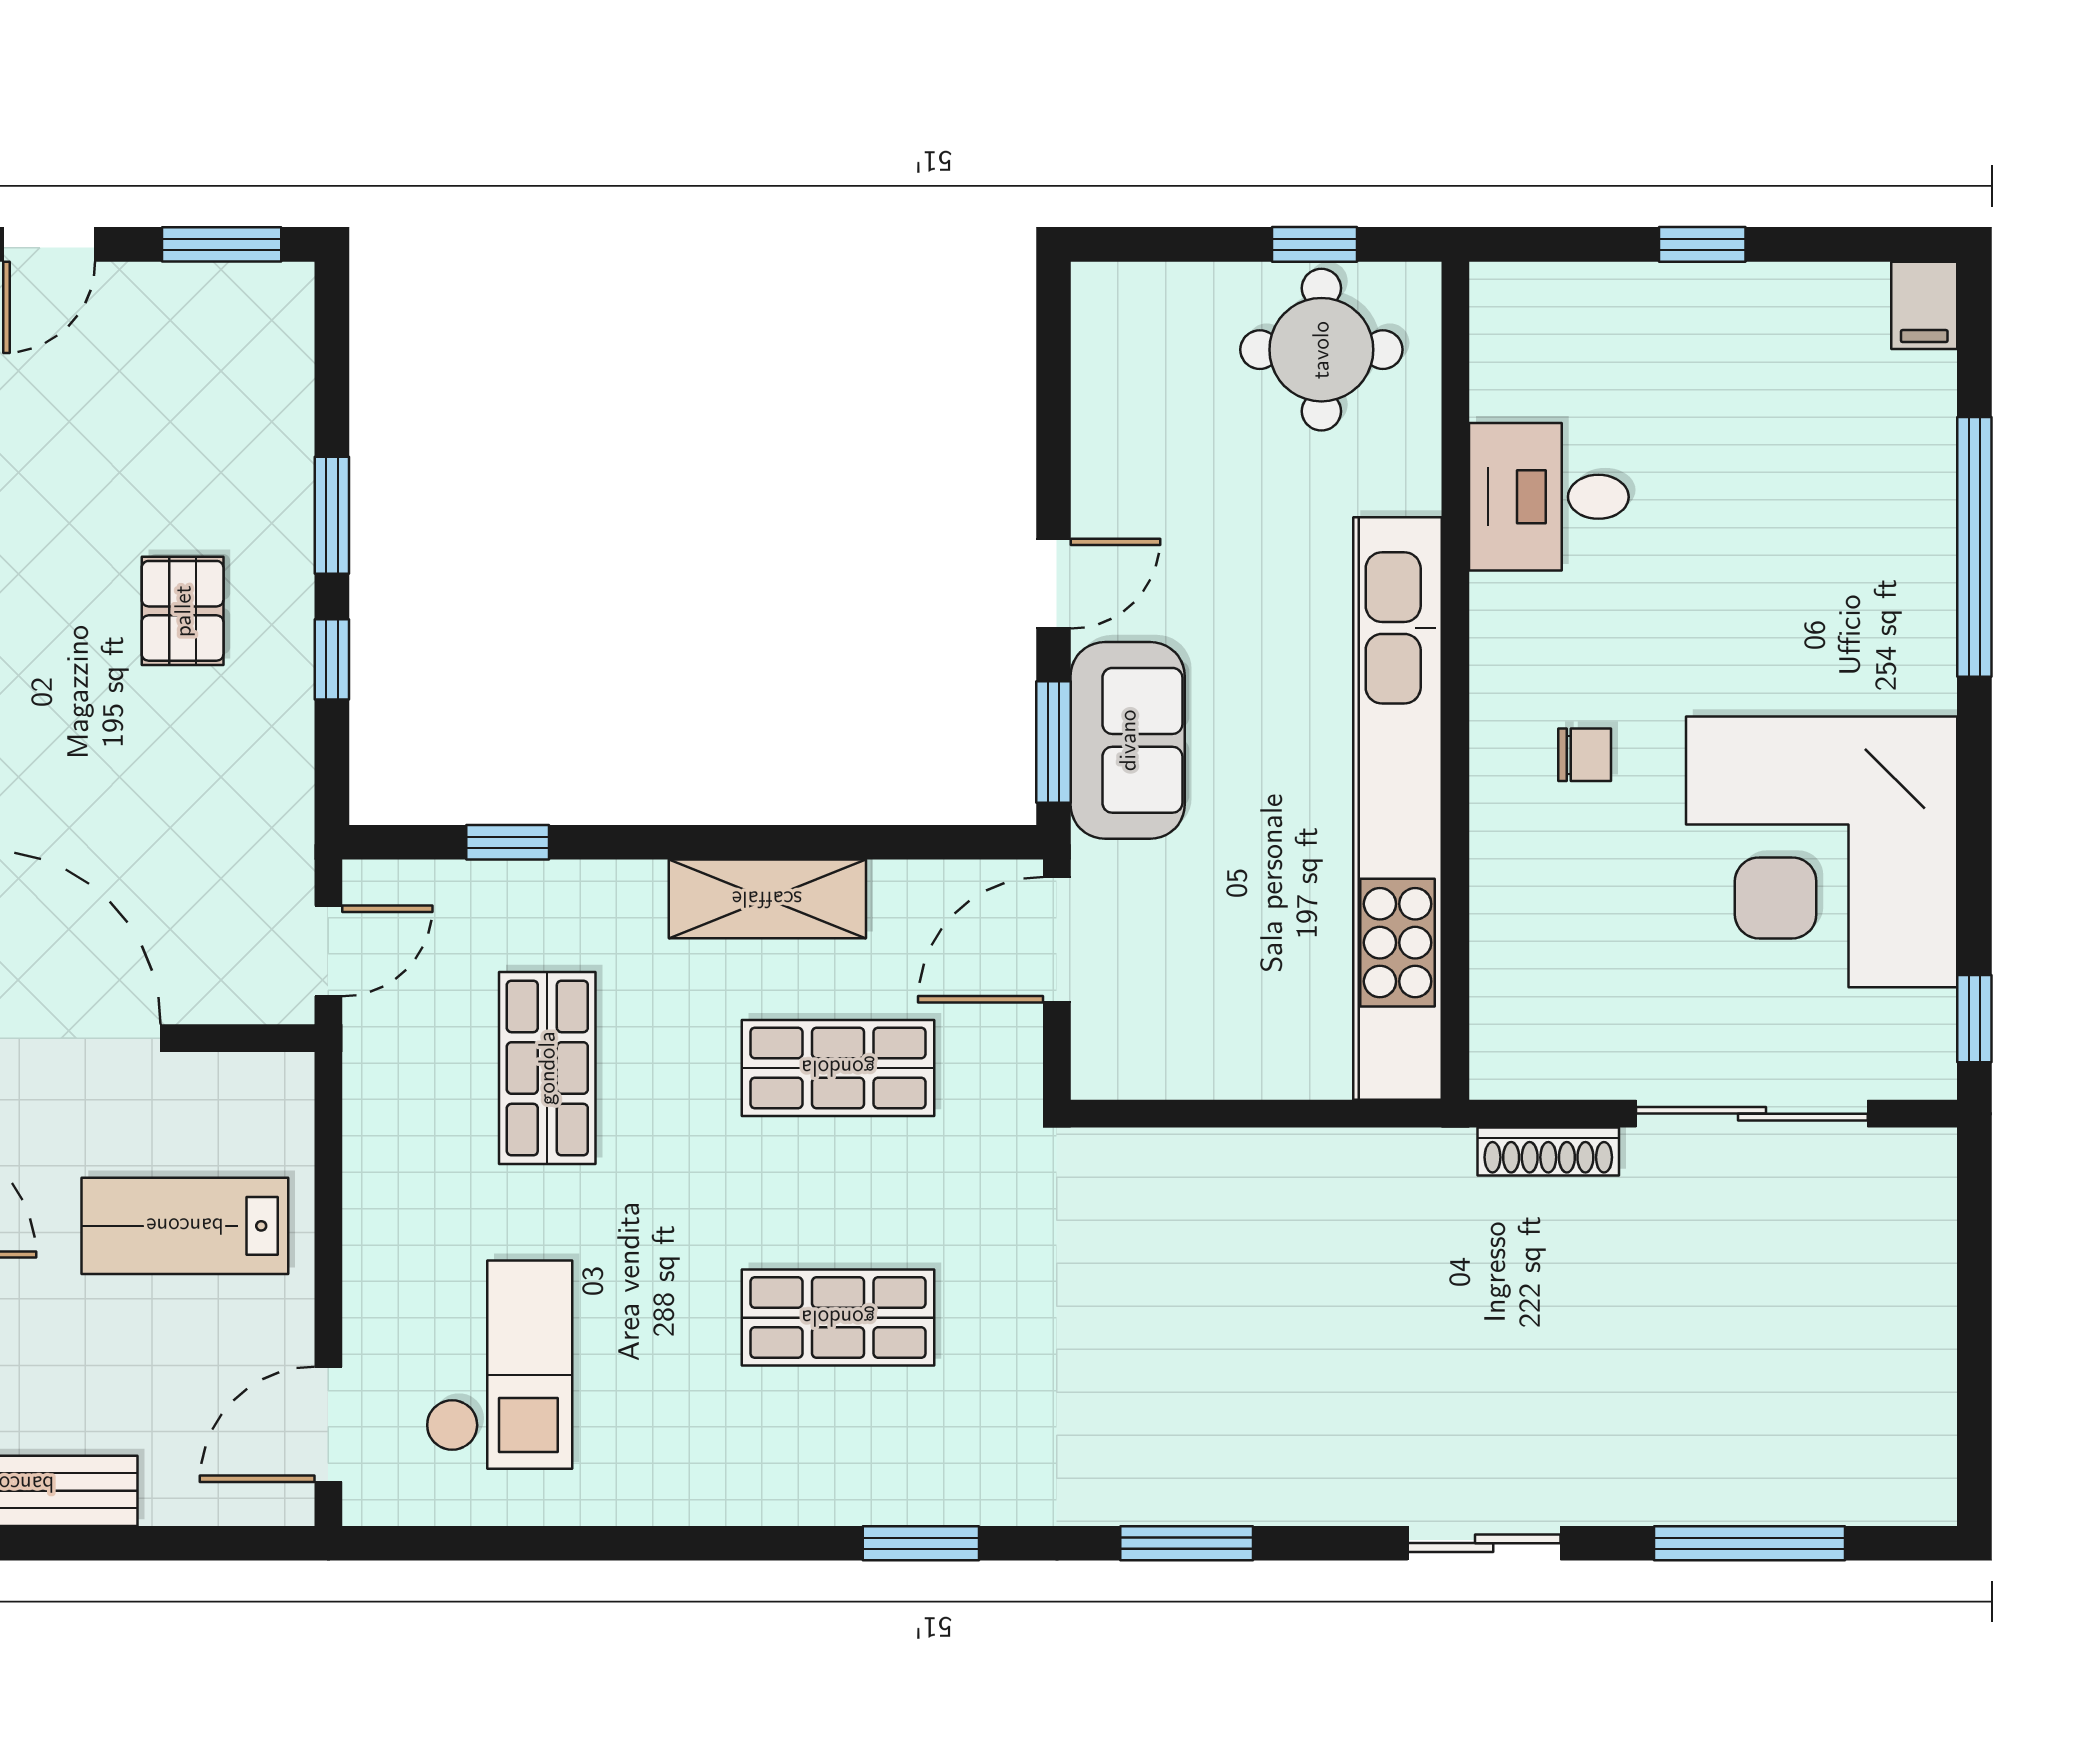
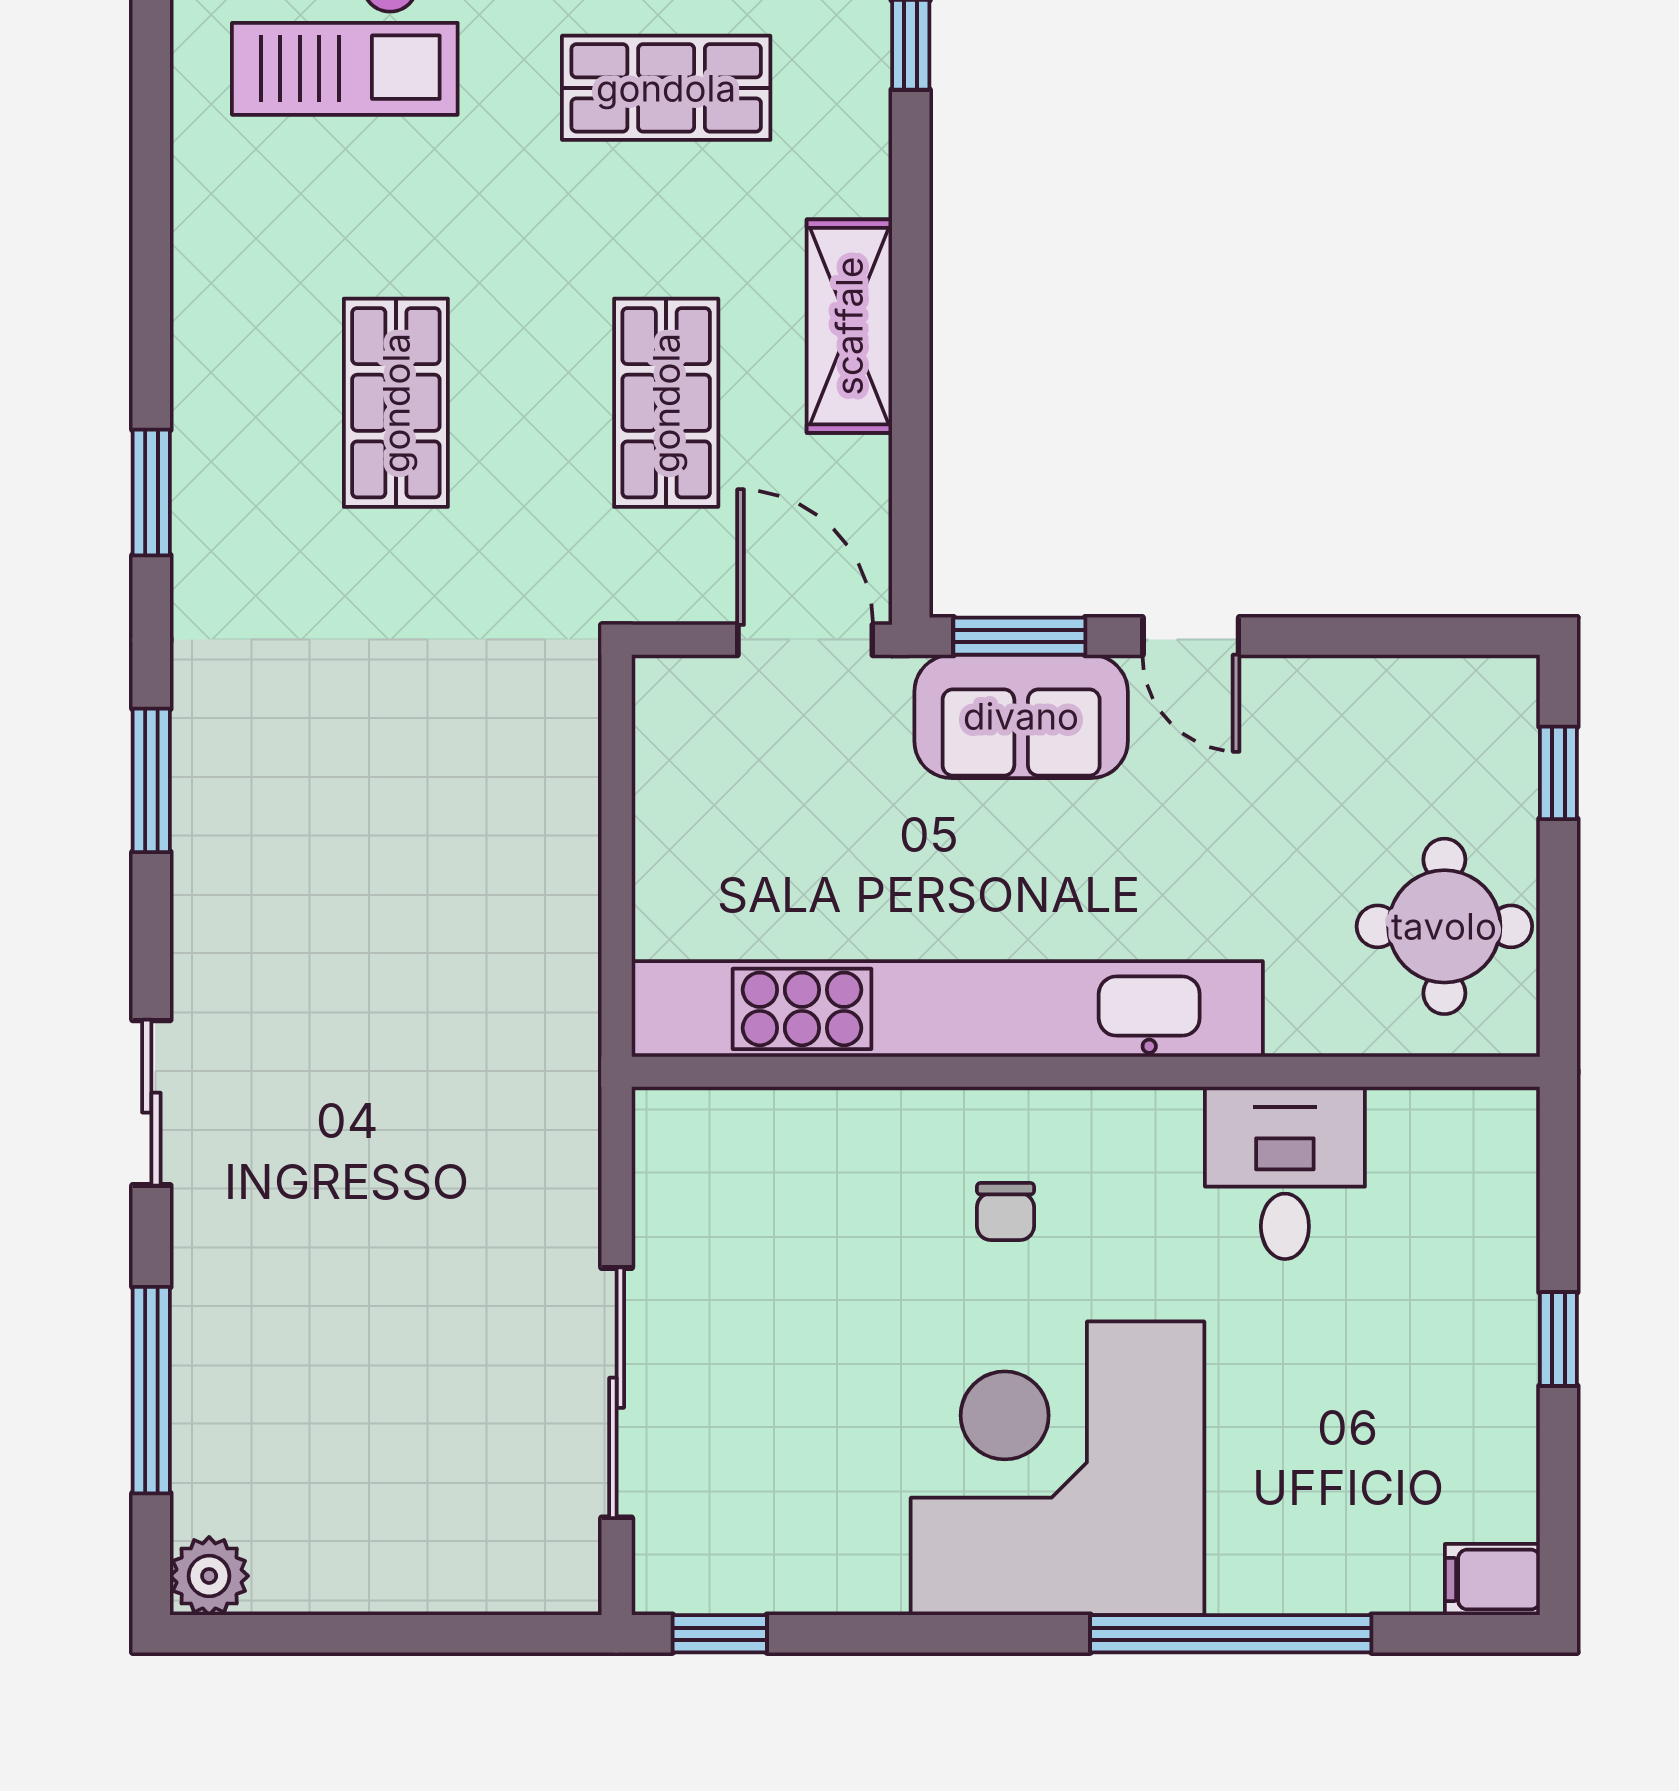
window: (1315, 244) -> (1558, 773), moved
corner desk: (1822, 852) -> (1058, 1468), moved
shoe rack: (1548, 1151) -> (576, 1172), removed
plant: (1921, 1490) -> (209, 1576), added

